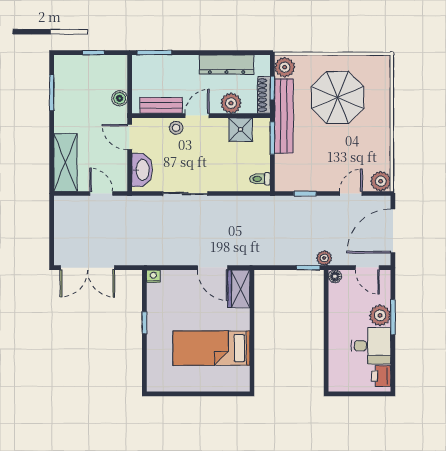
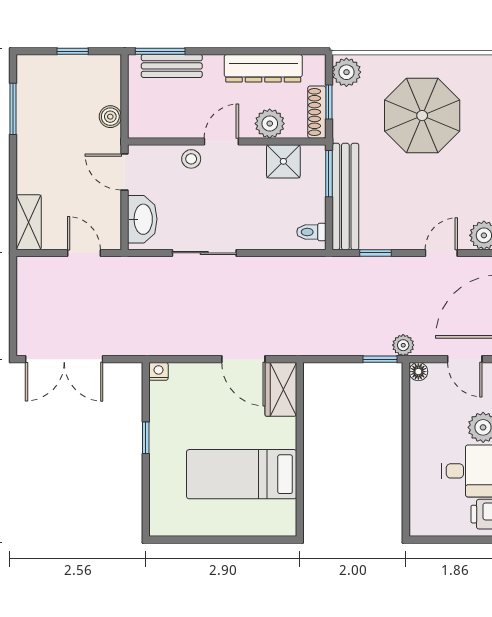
bench: (161, 105) -> (172, 66), moved
bench: (284, 116) -> (345, 196), moved
shelving: (65, 162) -> (29, 222), width x0.67, depth x0.75

